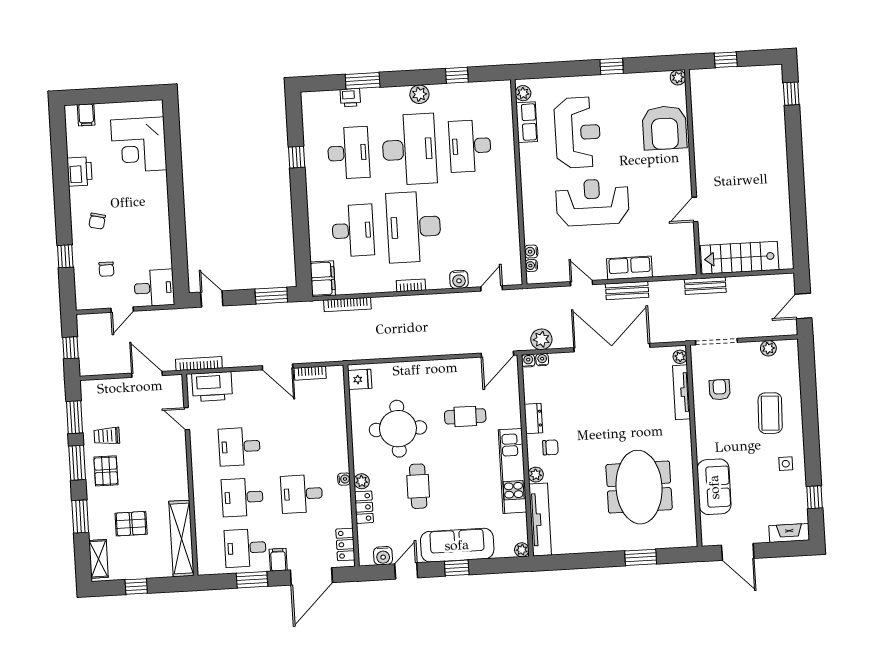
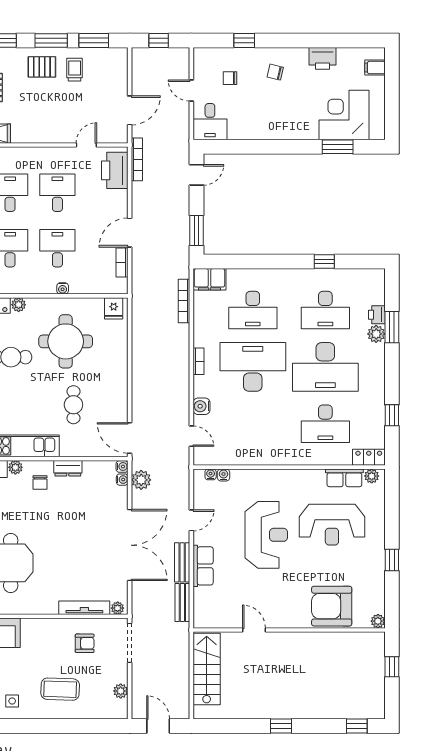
plant: (419, 94) -> (376, 334), moved
locker: (503, 97) -> (369, 457), added
desk: (470, 146) -> (325, 424), turned 180
window: (173, 150) -> (338, 147), added
window: (796, 175) -> (281, 726), added
bench: (705, 286) -> (182, 602), moved
desk: (299, 443) -> (57, 248), added
water cooler: (344, 479) -> (63, 288), moved

